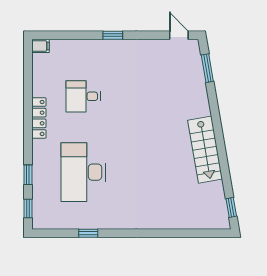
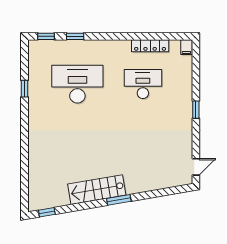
window: (207, 68) -> (119, 200), moved
desk: (83, 96) -> (143, 84), width x1.37
locker: (39, 118) -> (150, 46), moved

